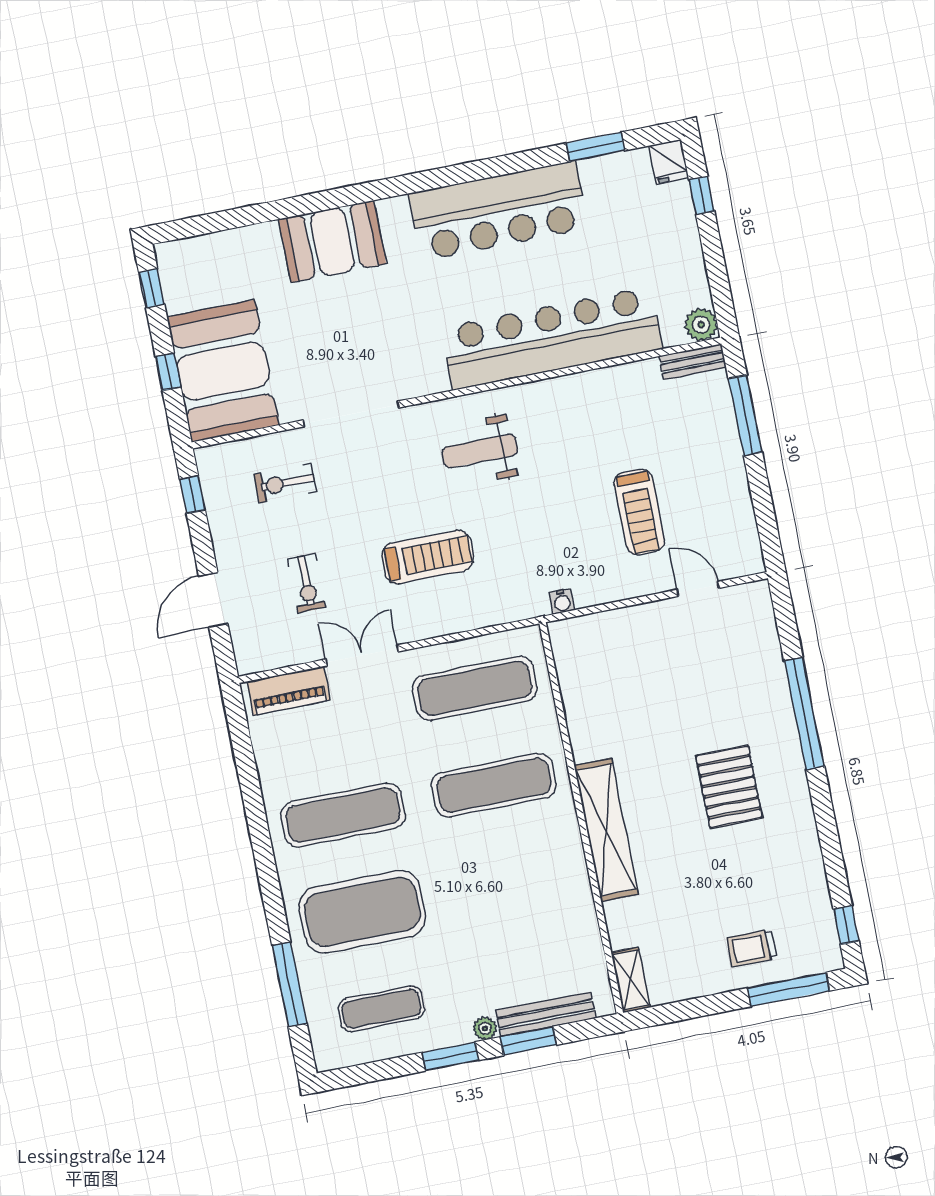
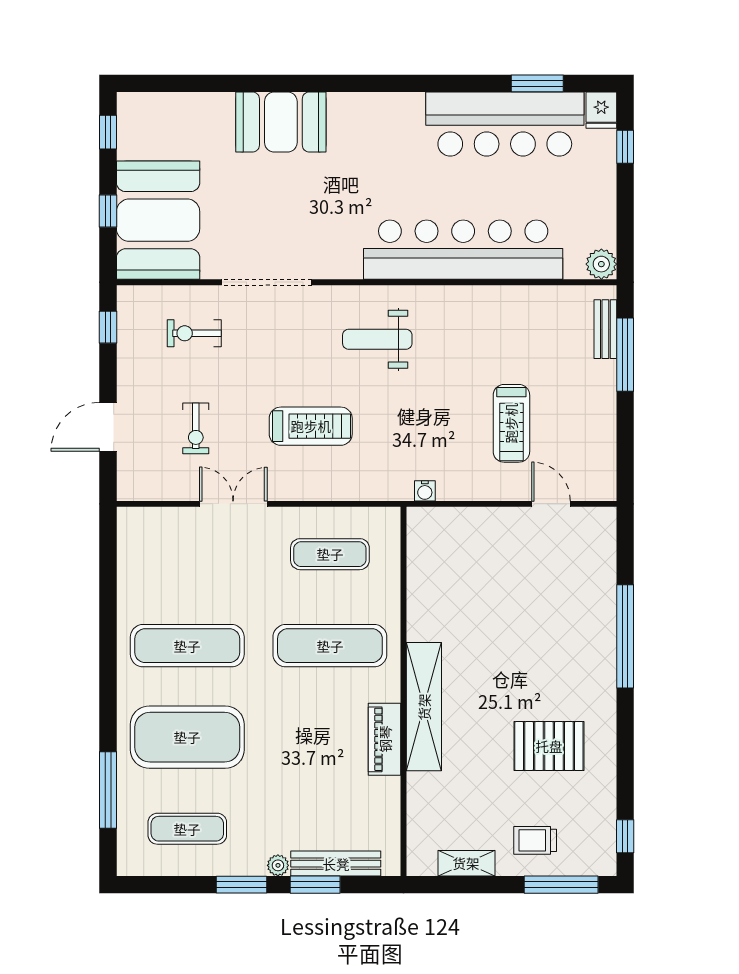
bar counter: (499, 211) -> (505, 124), moved
bench: (693, 362) -> (605, 329), moved, turned 90
exercise mat: (475, 688) -> (330, 554), width x0.73, depth x0.69
piano: (289, 691) -> (385, 739), moved, turned 90
pallet: (729, 787) -> (549, 746), moved, turned 90
shelving: (631, 980) -> (466, 863), moved, turned 90

